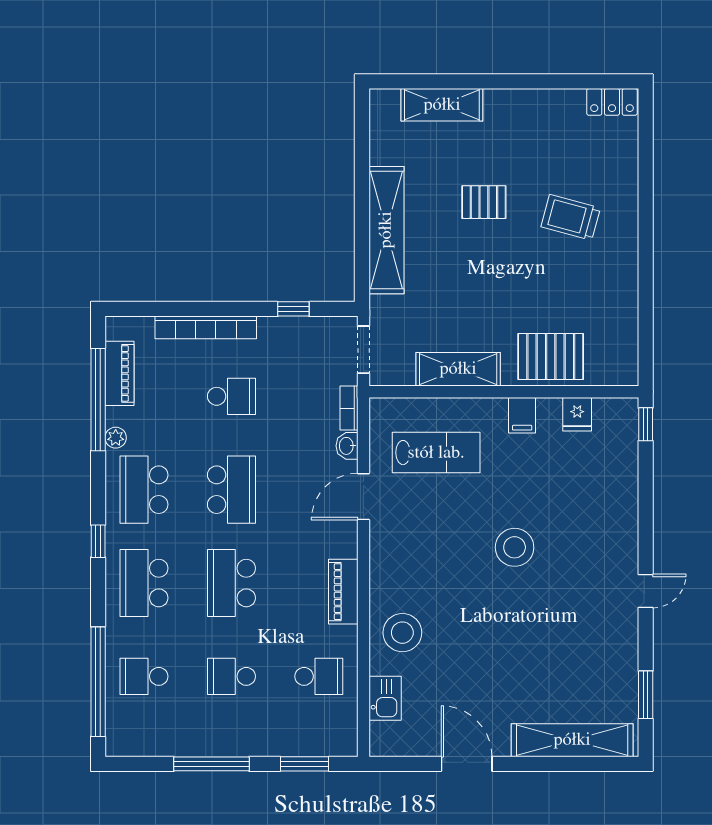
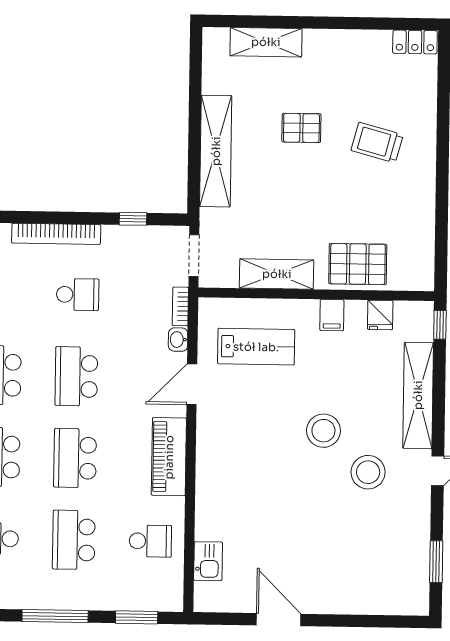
school desk: (231, 490) -> (76, 376), turned 180
piano: (343, 592) -> (169, 457), width x1.37, depth x1.33
stool: (402, 633) -> (368, 472), moved
school desk: (231, 676) -> (74, 540), width x1.85
shelving: (572, 740) -> (418, 395), moved, turned 90

